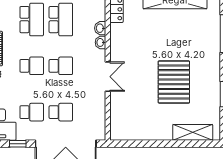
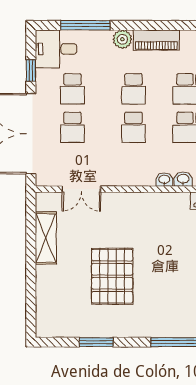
double door: (108, 77) -> (81, 189), moved
pallet: (174, 82) -> (112, 276), turned 90
shelving: (193, 132) -> (46, 238), moved

